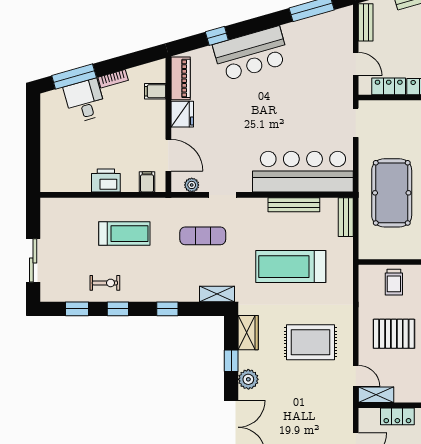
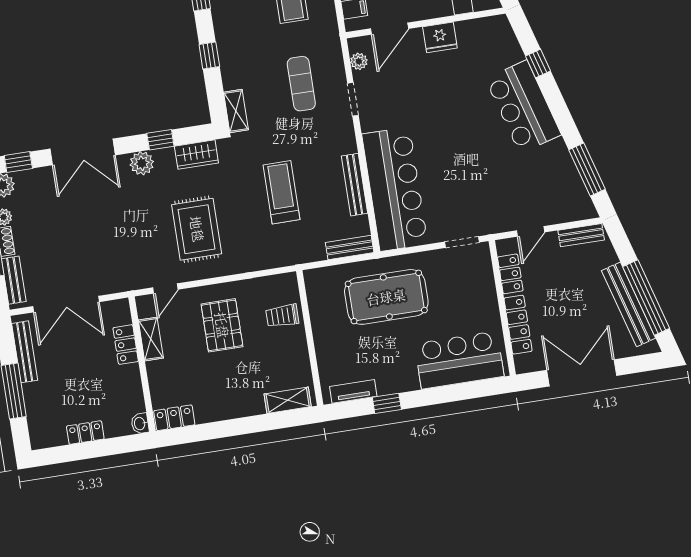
piano: (181, 78) -> (482, 29), removed
treadmill: (291, 267) -> (282, 192), width x0.73, depth x0.73
shelving: (376, 395) -> (151, 339), moved

